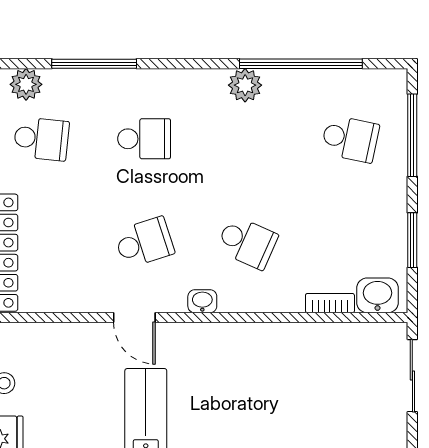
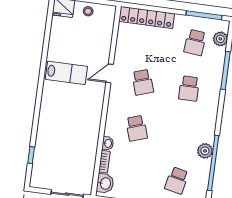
plant: (245, 85) -> (205, 151), moved
school desk: (247, 242) -> (137, 128), turned -42
washbasin: (202, 301) -> (108, 143), moved

